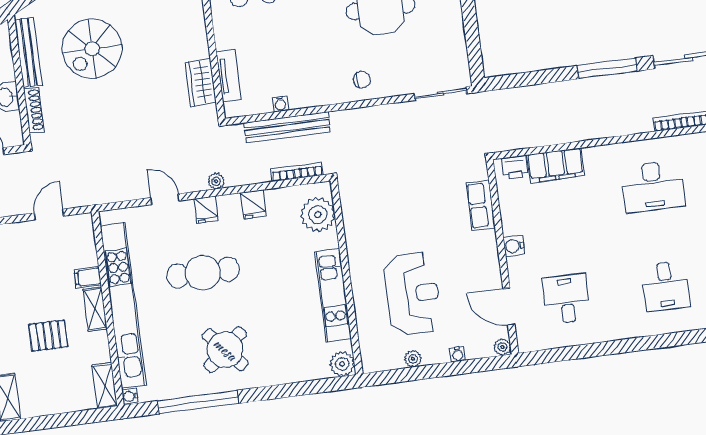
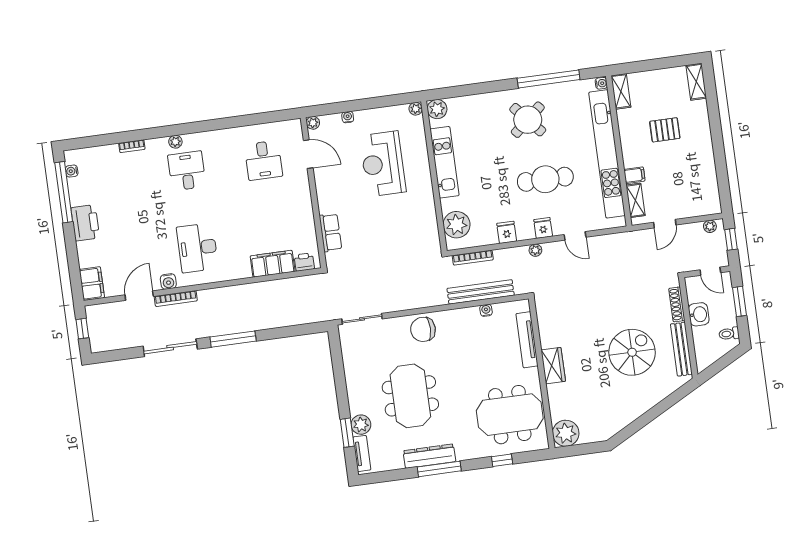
tv unit: (229, 76) -> (527, 340), width x1.41
chair: (362, 80) -> (423, 329), width x1.87, depth x1.87
wardrobe: (201, 82) -> (553, 366), moved
desk: (653, 186) -> (197, 248), turned -90
water cooler: (514, 246) -> (168, 281), moved, turned 90
shelving: (95, 309) -> (636, 200), moved
plant: (680, 324) -> (175, 142), added
plant: (413, 359) -> (416, 109), moved

